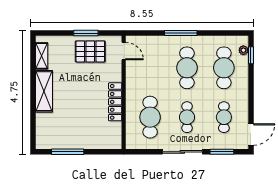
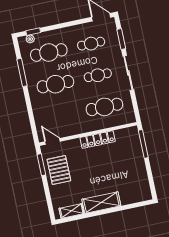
window: (86, 33) -> (41, 165), moved
window: (181, 33) -> (22, 72), moved
door: (124, 51) -> (52, 141), hinge flipped
window: (68, 152) -> (143, 144), moved

